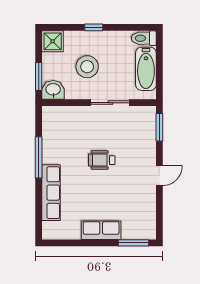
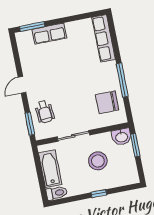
shower: (53, 41) -> (130, 176), removed
chair: (62, 134) -> (107, 102), added
wheelchair: (102, 160) -> (45, 112), moved, turned 86
row of seats: (51, 193) -> (104, 38), moved
row of seats: (101, 230) -> (49, 34), moved

